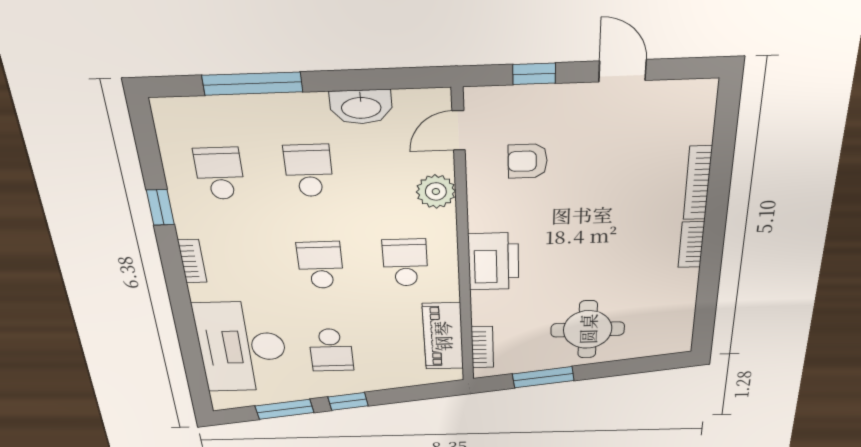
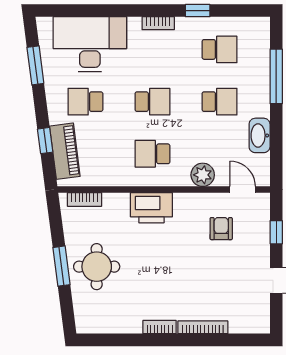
school desk: (405, 263) -> (152, 154), turned 180
piano: (443, 336) -> (65, 151), moved, turned 83
window: (543, 377) -> (61, 266), moved
window: (348, 401) -> (45, 141), moved

